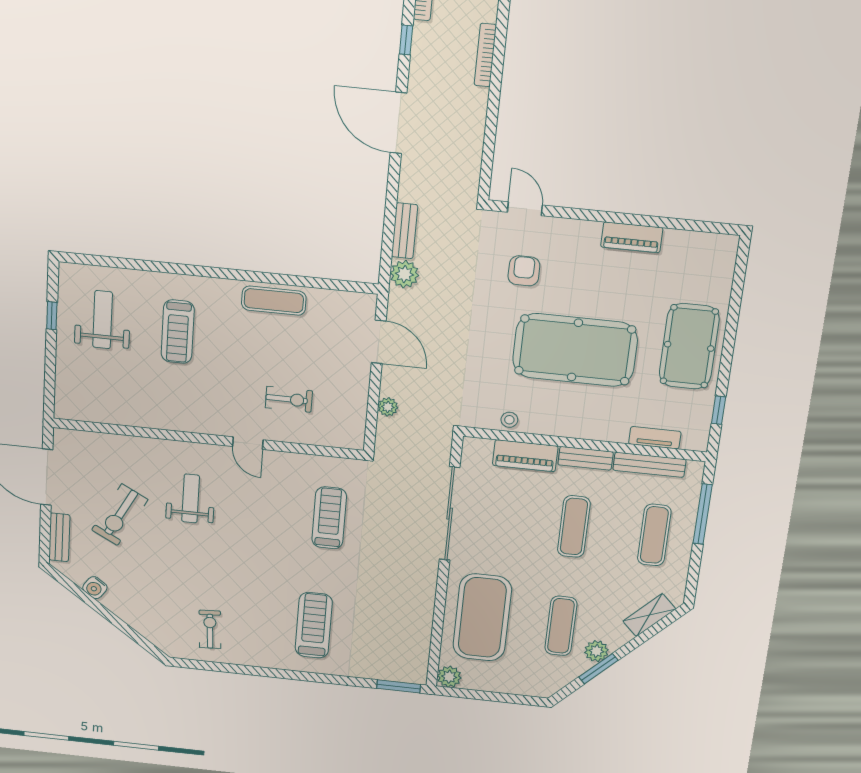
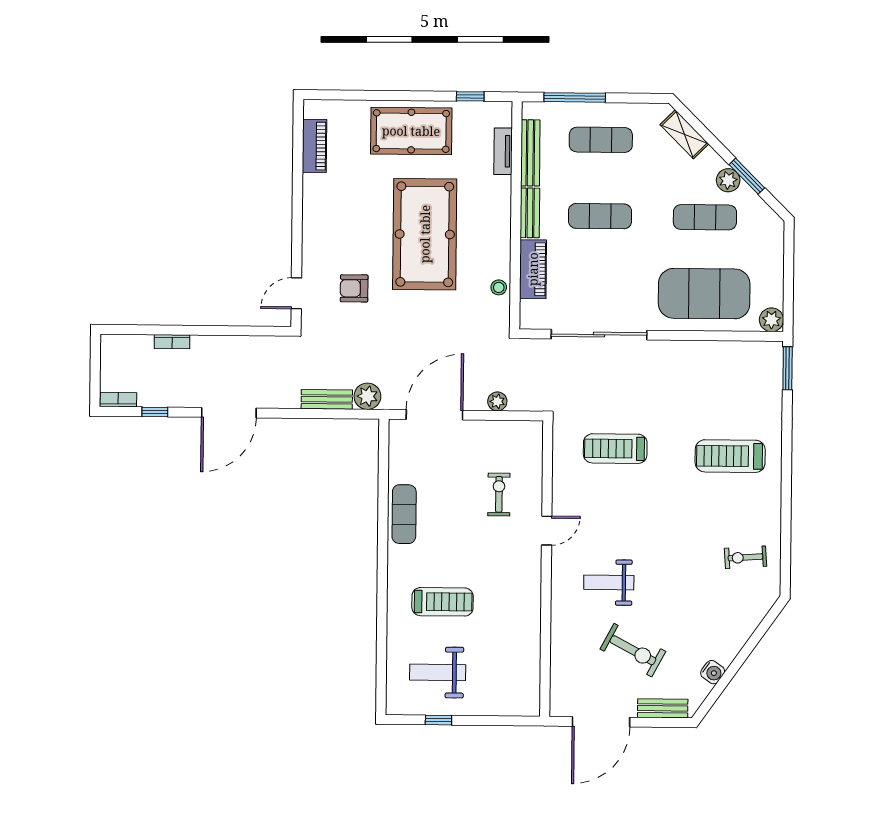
bookcase: (485, 55) -> (172, 342), width x0.64
piano: (632, 237) -> (314, 146), moved
door: (379, 342) -> (434, 415), width x1.36

